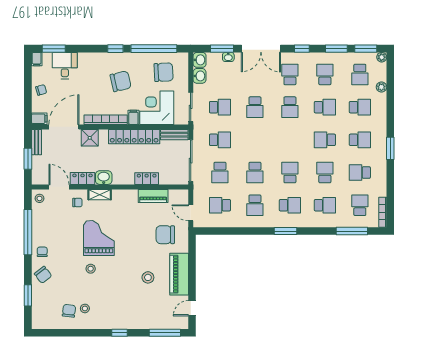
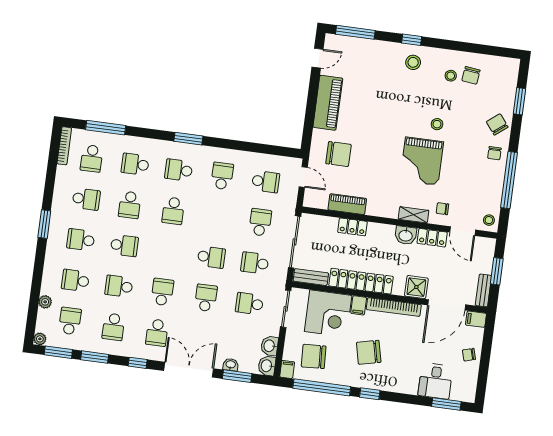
filing cabinet: (37, 59) -> (287, 369), moved
school desk: (255, 173) -> (211, 257), moved, turned 90
stool: (148, 277) -> (413, 62), moved

